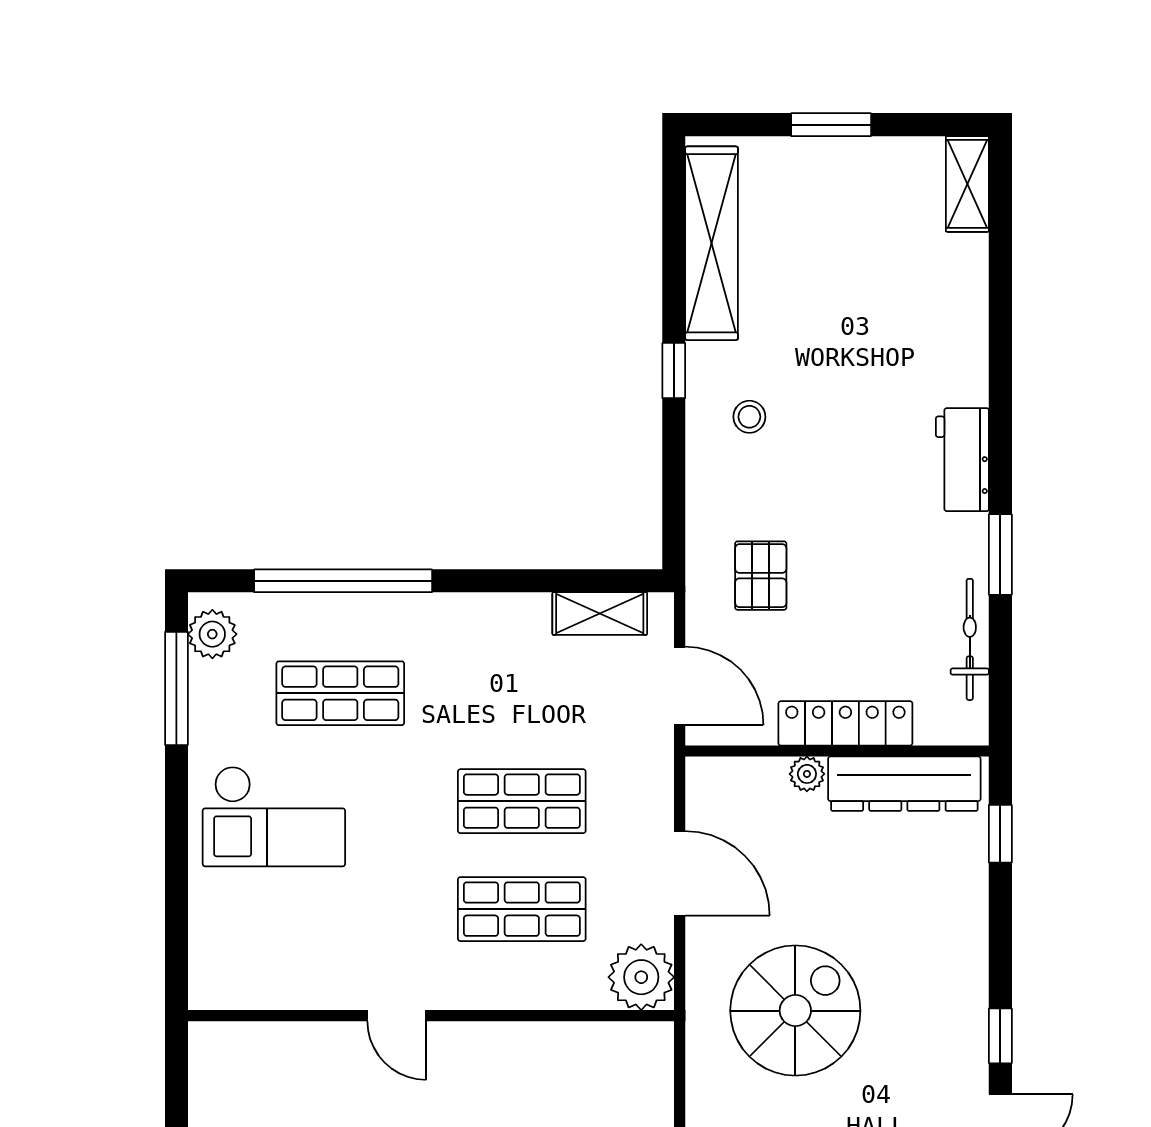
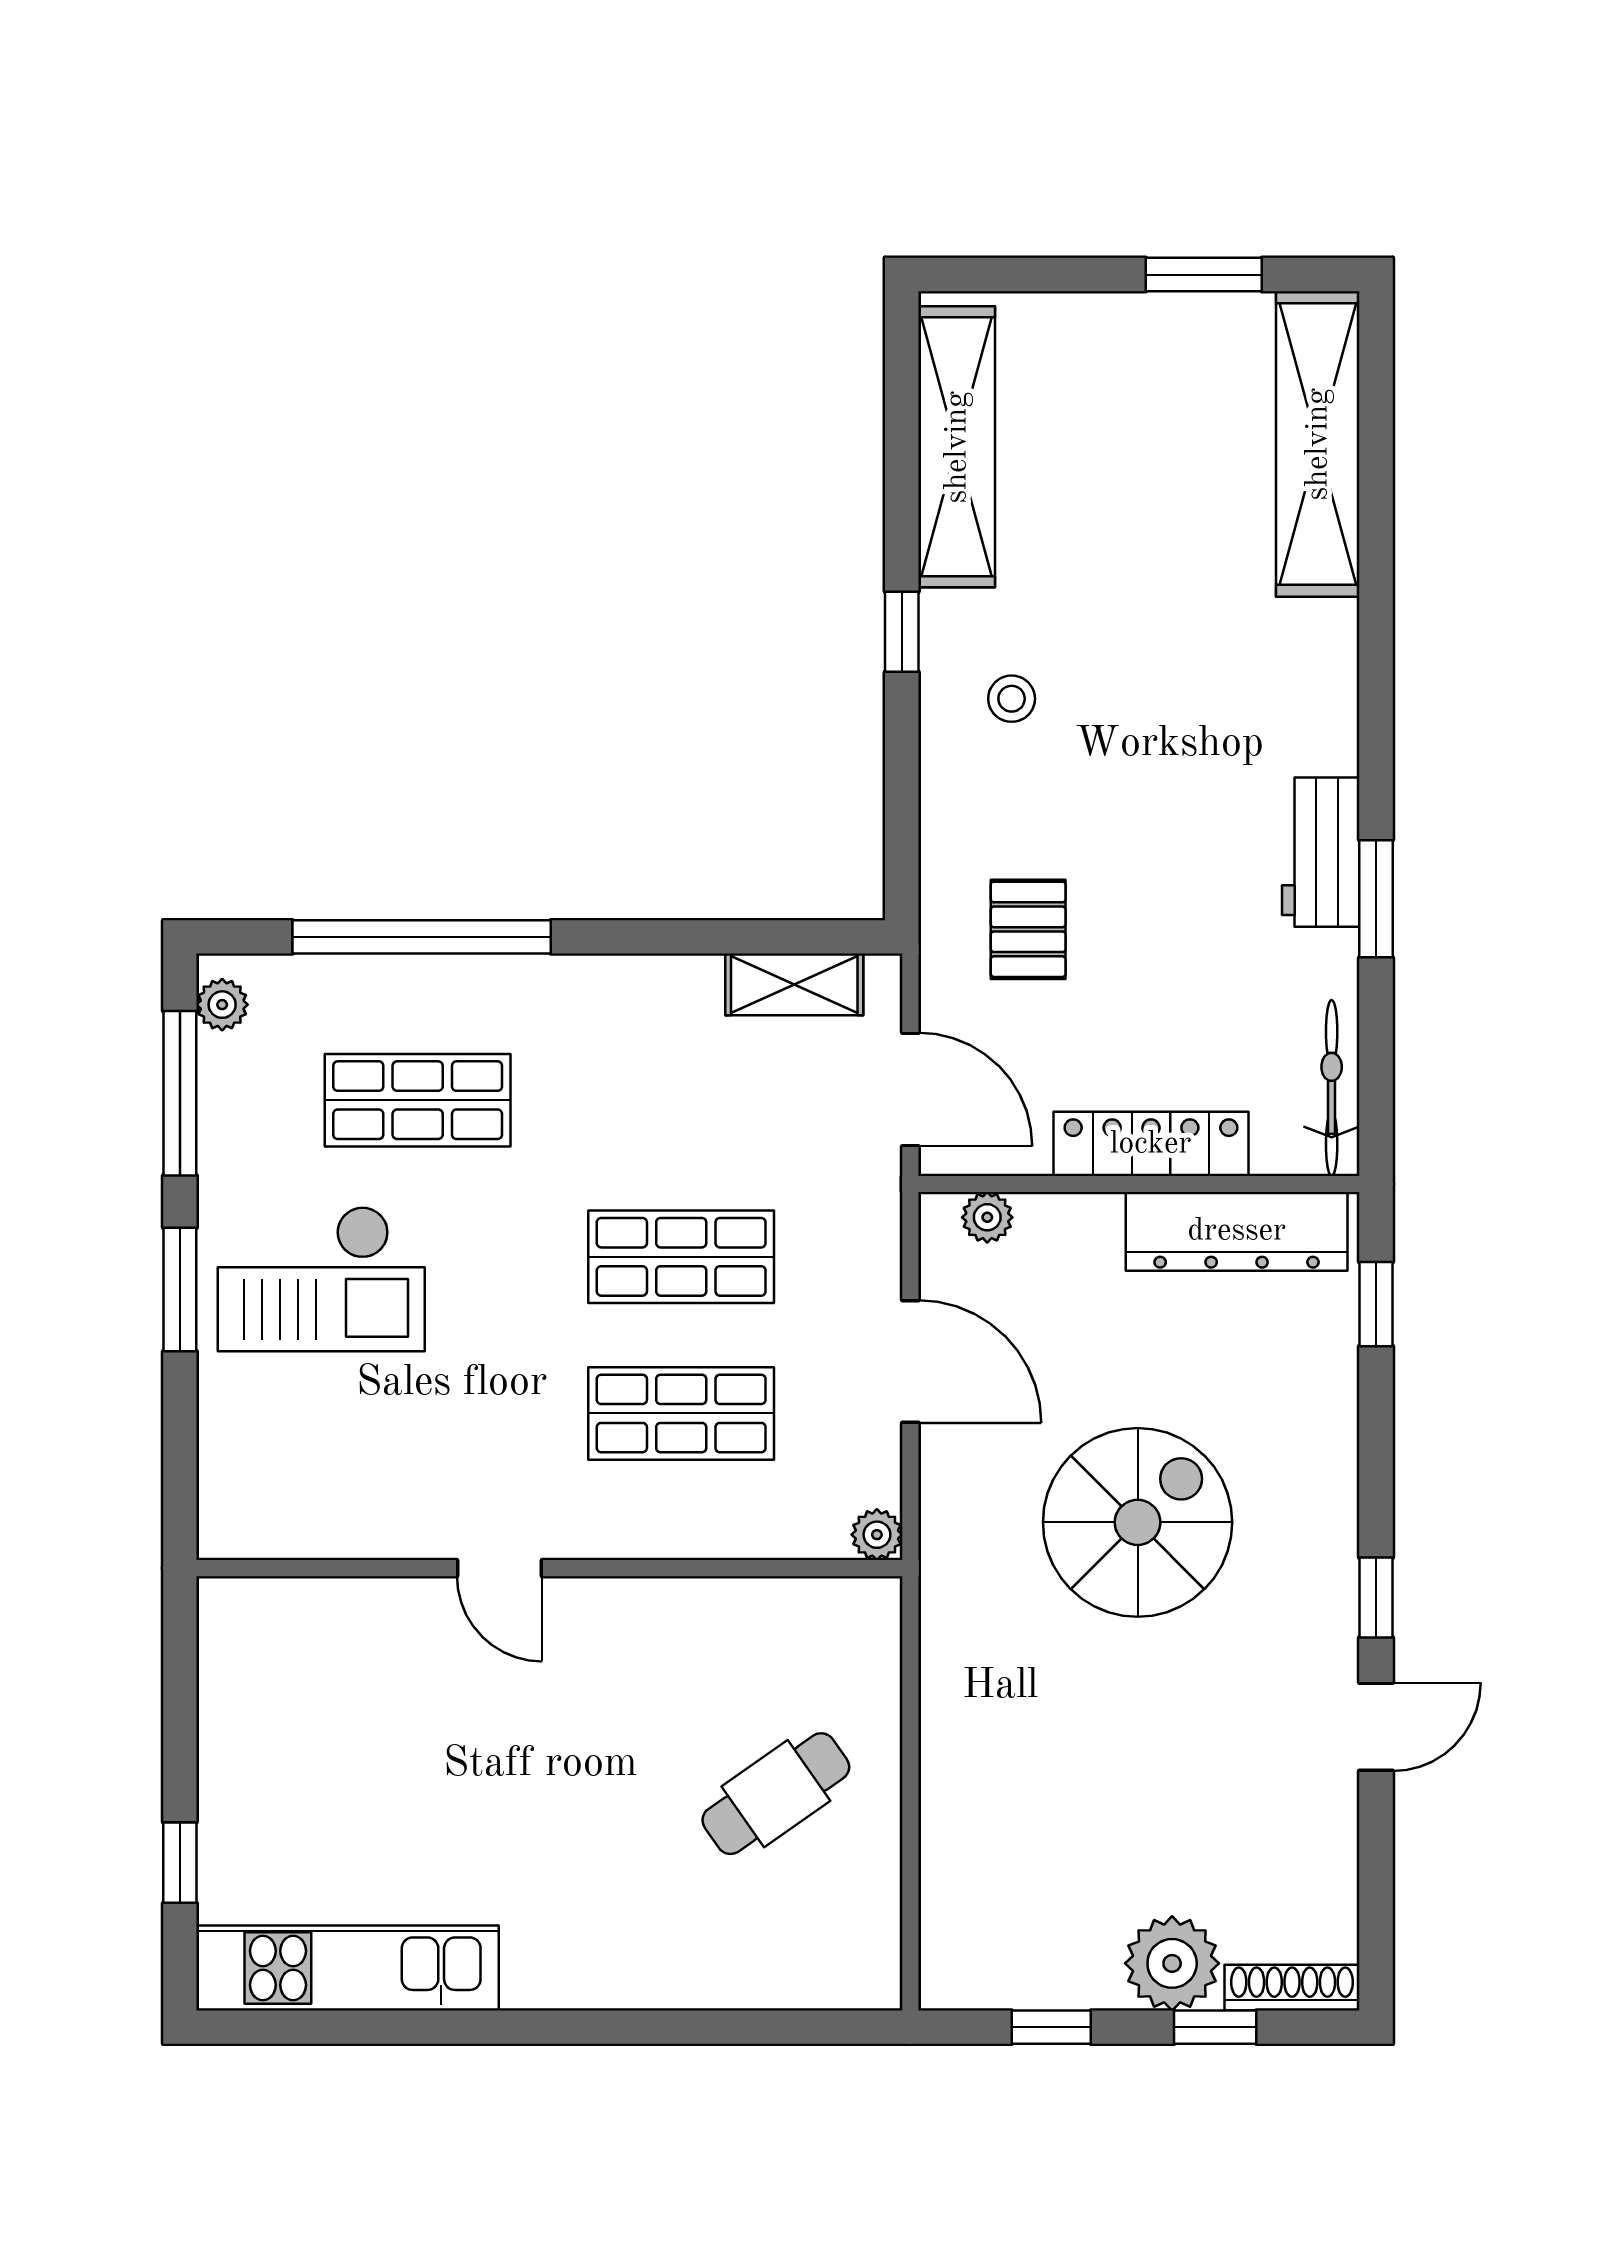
window: (831, 125) -> (1204, 275), moved
shelving: (967, 184) -> (1318, 444), width x2.20, depth x1.33
workbench: (962, 460) -> (1321, 852), moved
plant: (212, 634) -> (222, 1005), width x0.73, depth x0.73
bicycle: (970, 639) -> (1332, 1088), moved
plant: (807, 774) -> (987, 1217), moved
window: (176, 824) -> (180, 1289), added
plant: (641, 977) -> (877, 1535), width x0.53, depth x0.53
spiral stairs: (795, 1011) -> (1138, 1522), moved

